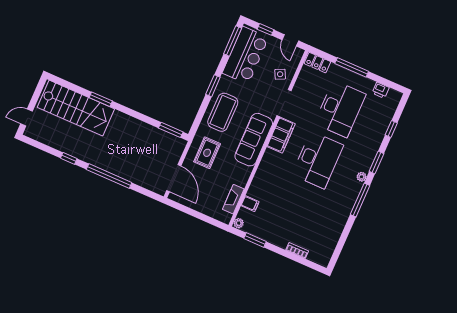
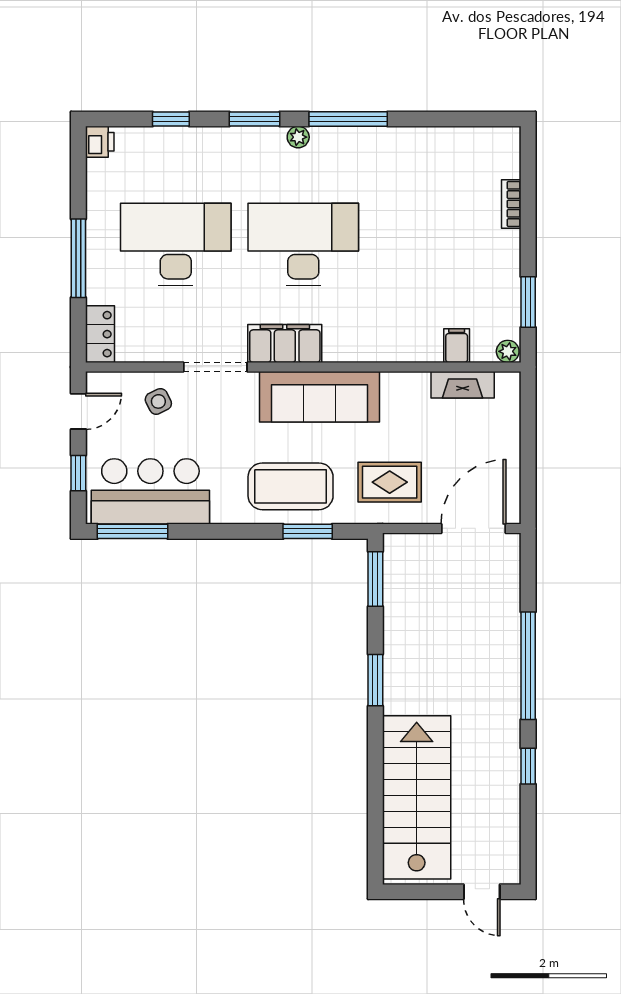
window: (213, 86) -> (308, 531), moved
printer: (381, 90) -> (100, 142), moved
window: (101, 99) -> (375, 680), moved

